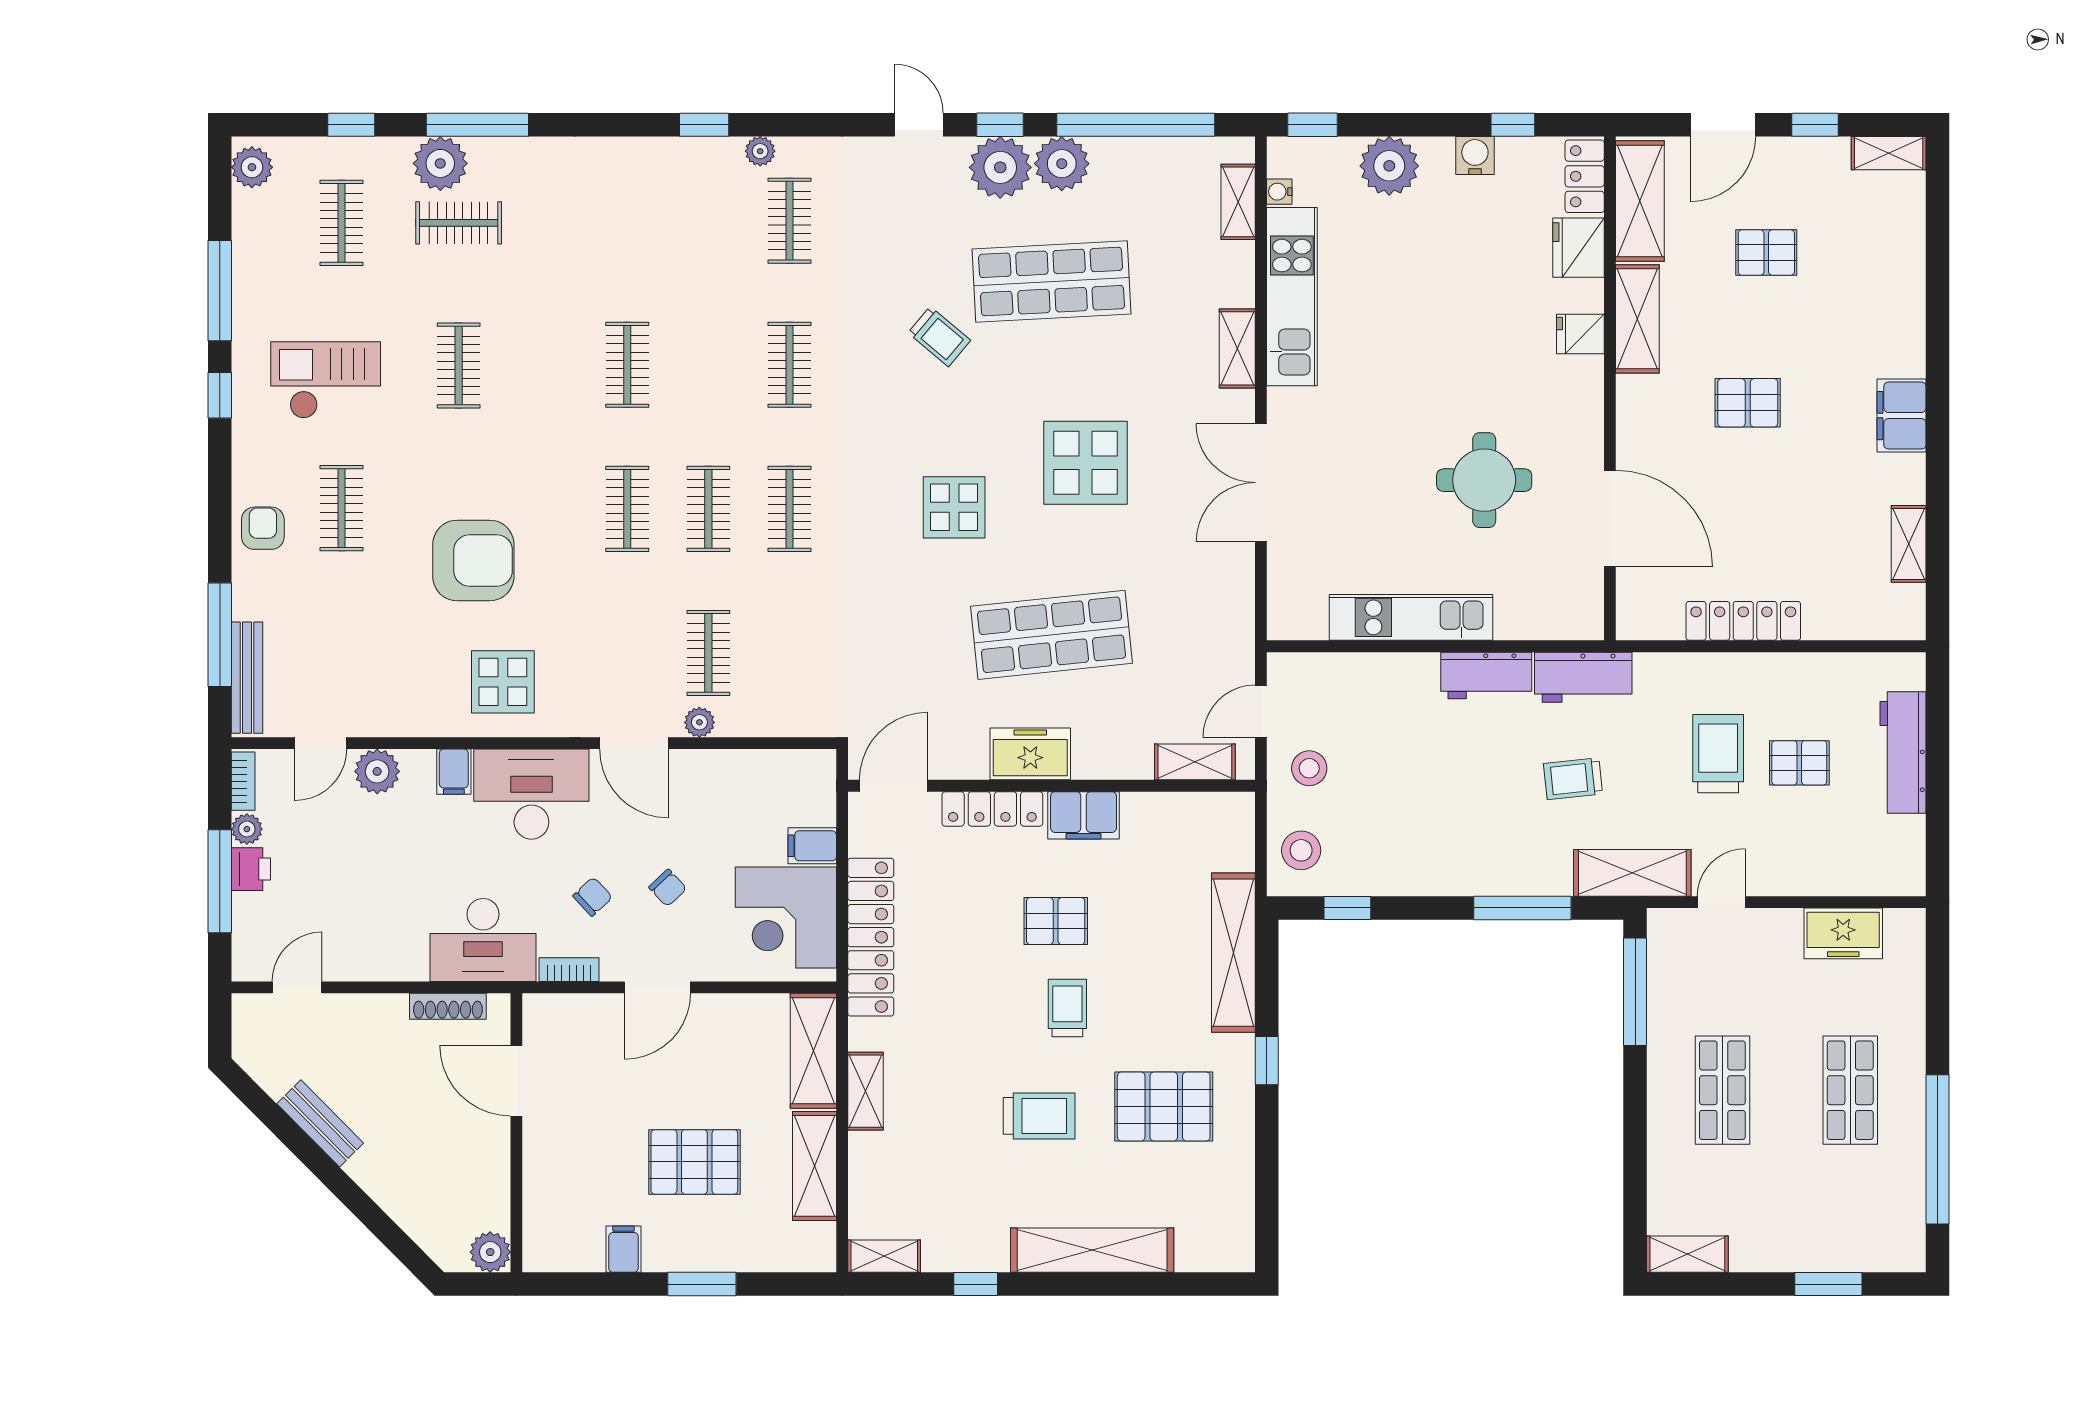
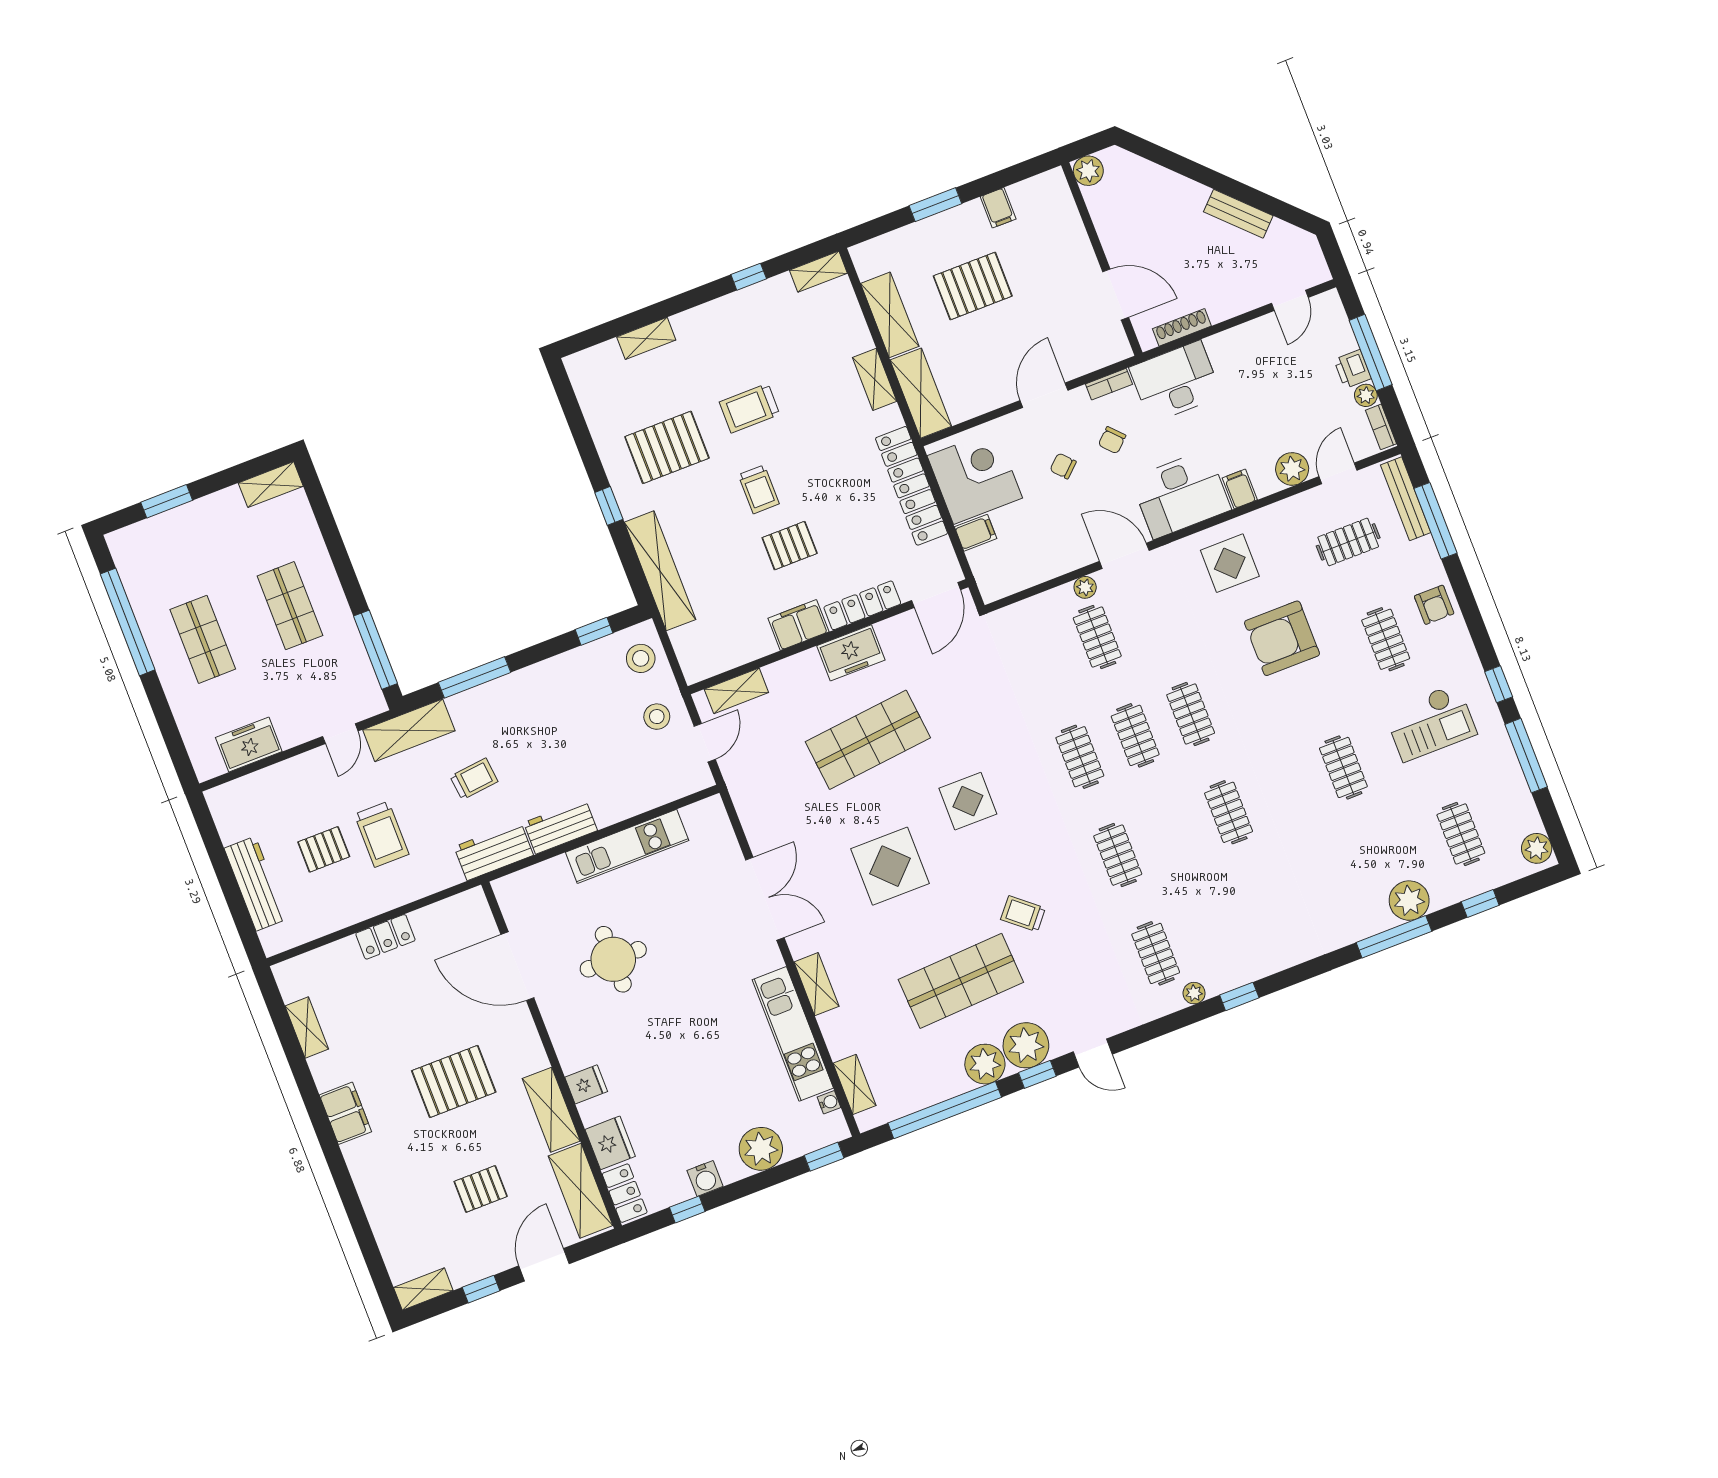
clothes rail: (459, 223) -> (1348, 542), moved
pallet: (1748, 403) -> (454, 1081), width x1.50, depth x1.42
locker: (1743, 621) -> (385, 937), width x0.66
shelving: (1092, 1250) -> (646, 338), width x0.45, depth x0.75

